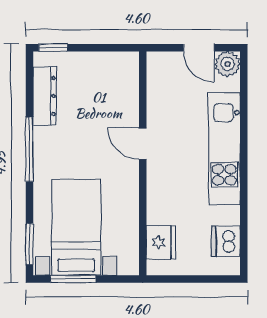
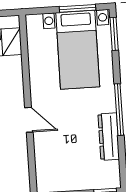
dresser: (45, 96) -> (109, 137), moved

